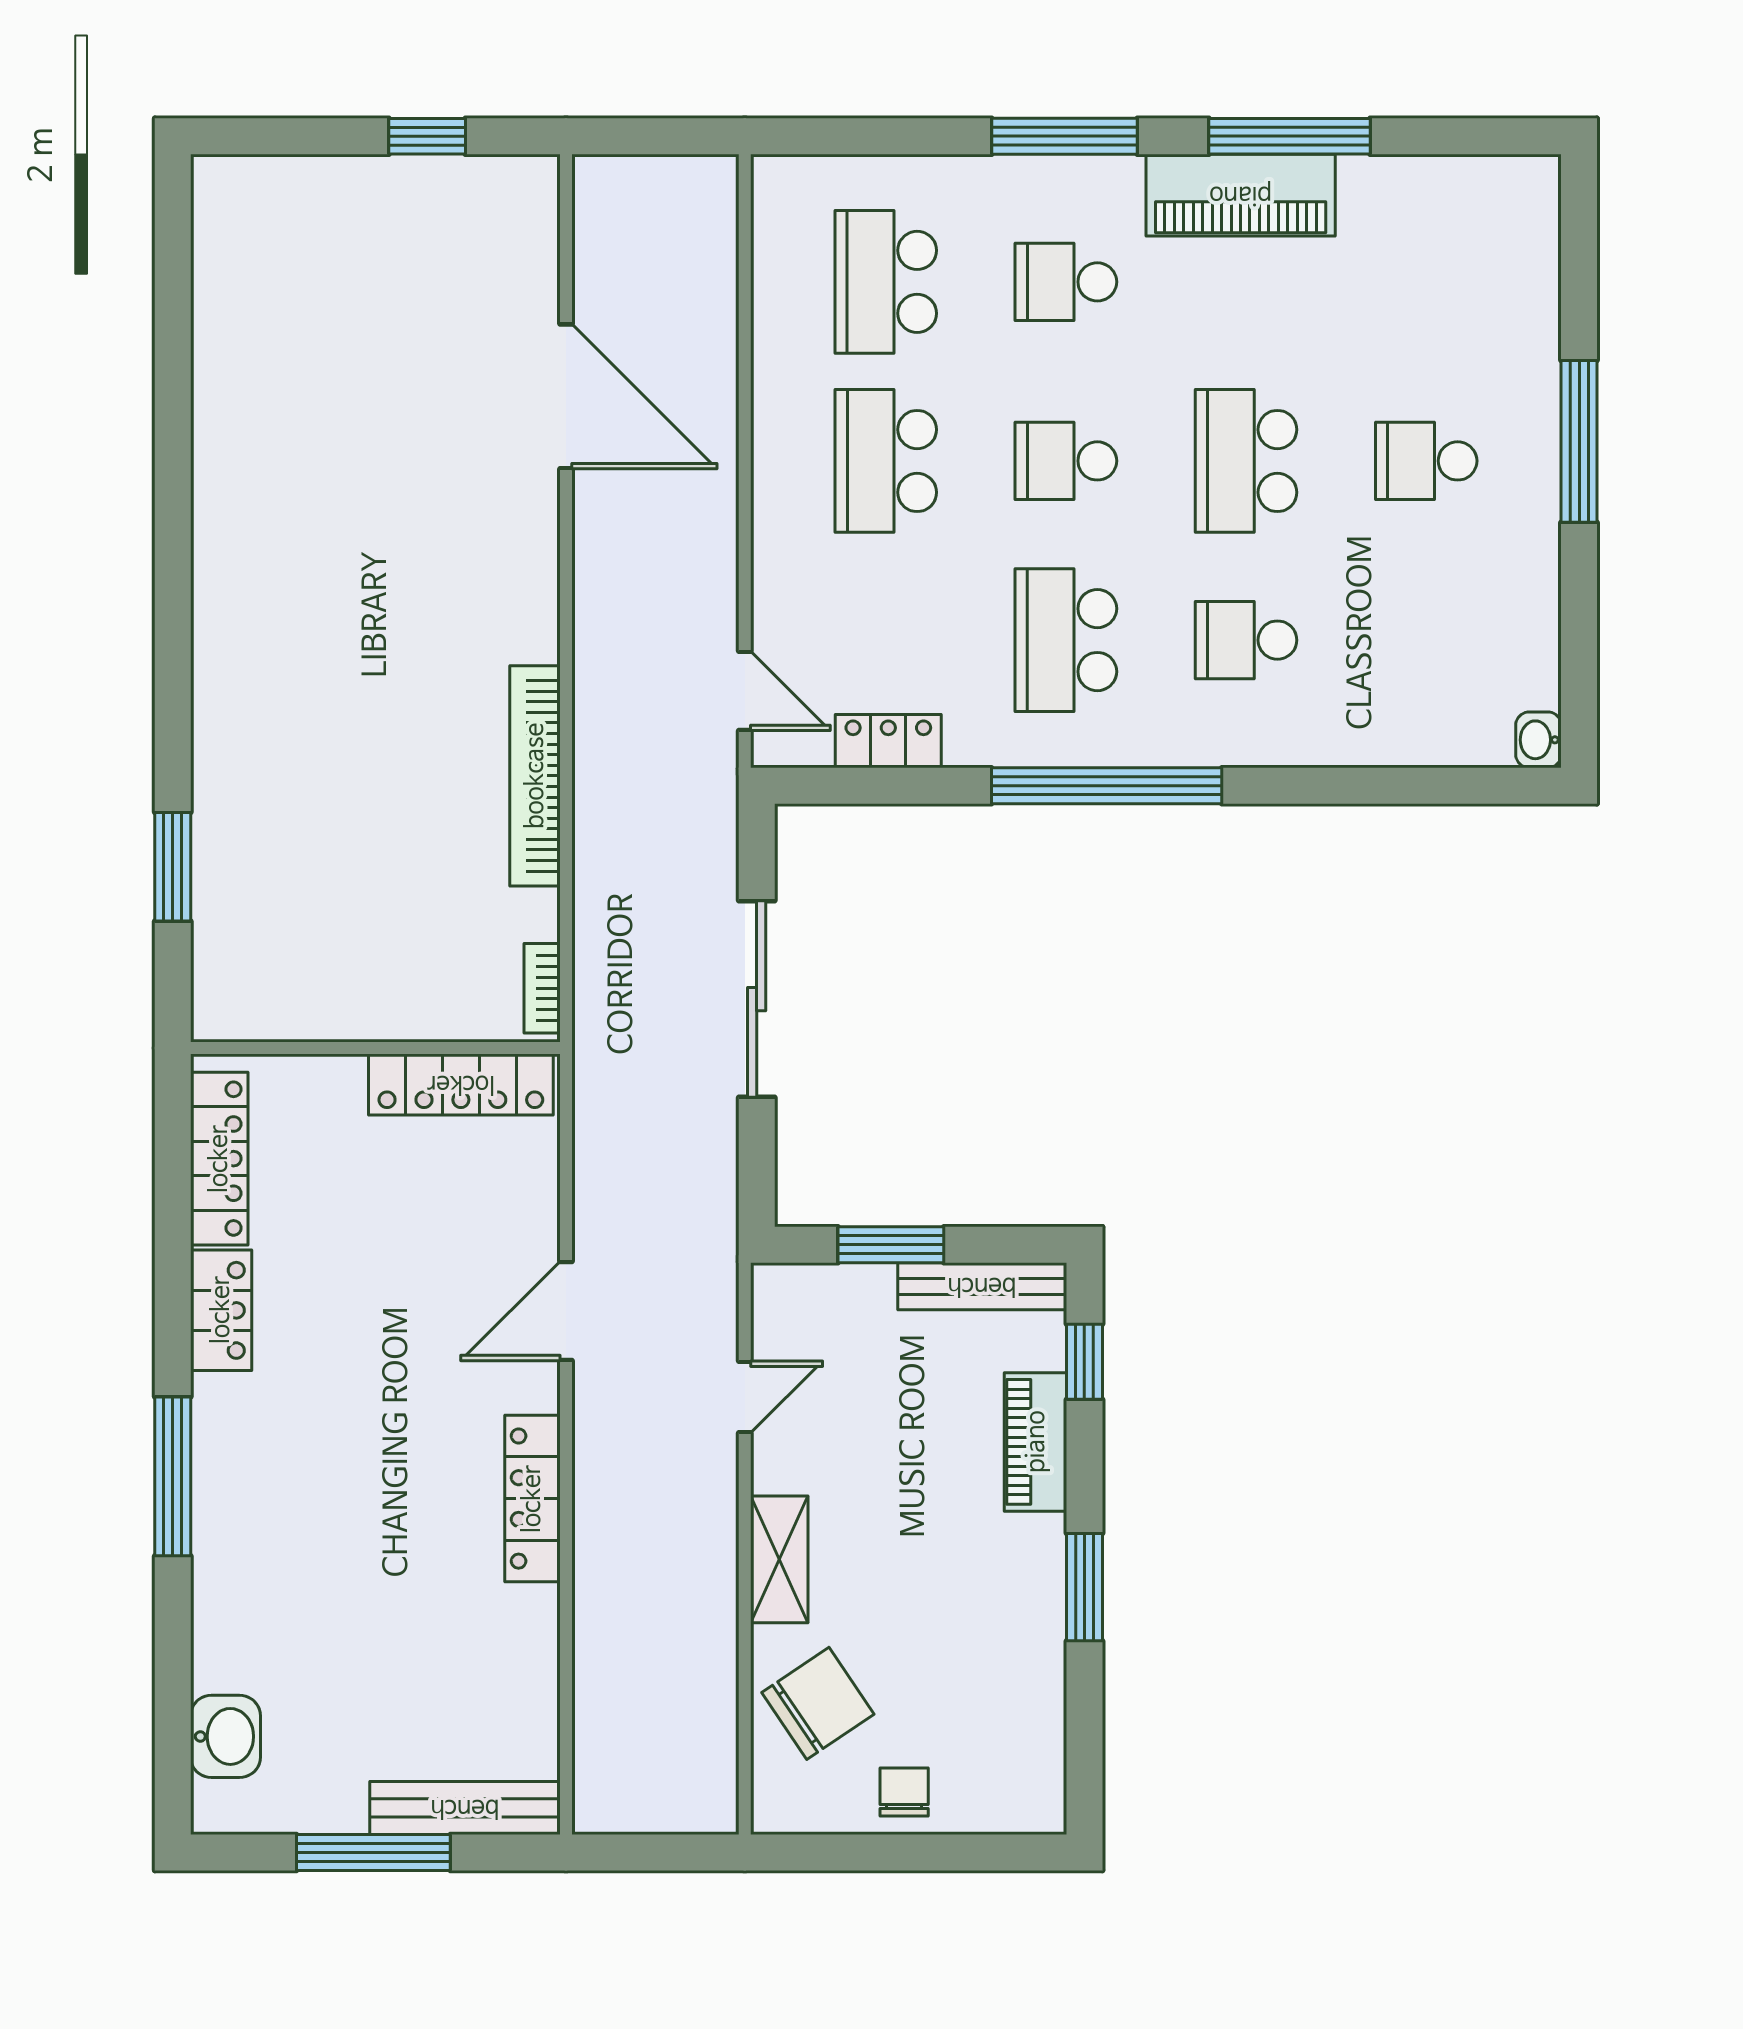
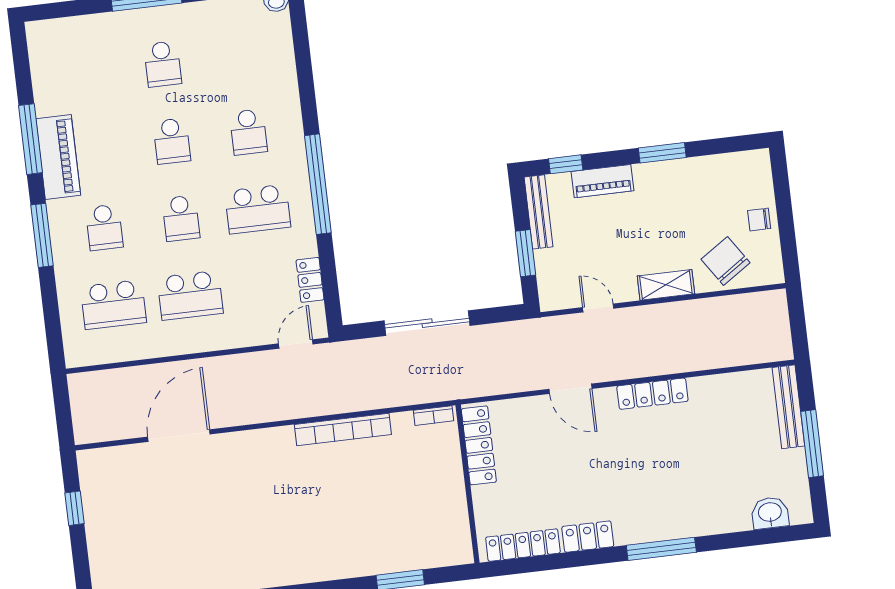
school desk: (1246, 461) -> (172, 141), width x0.54

